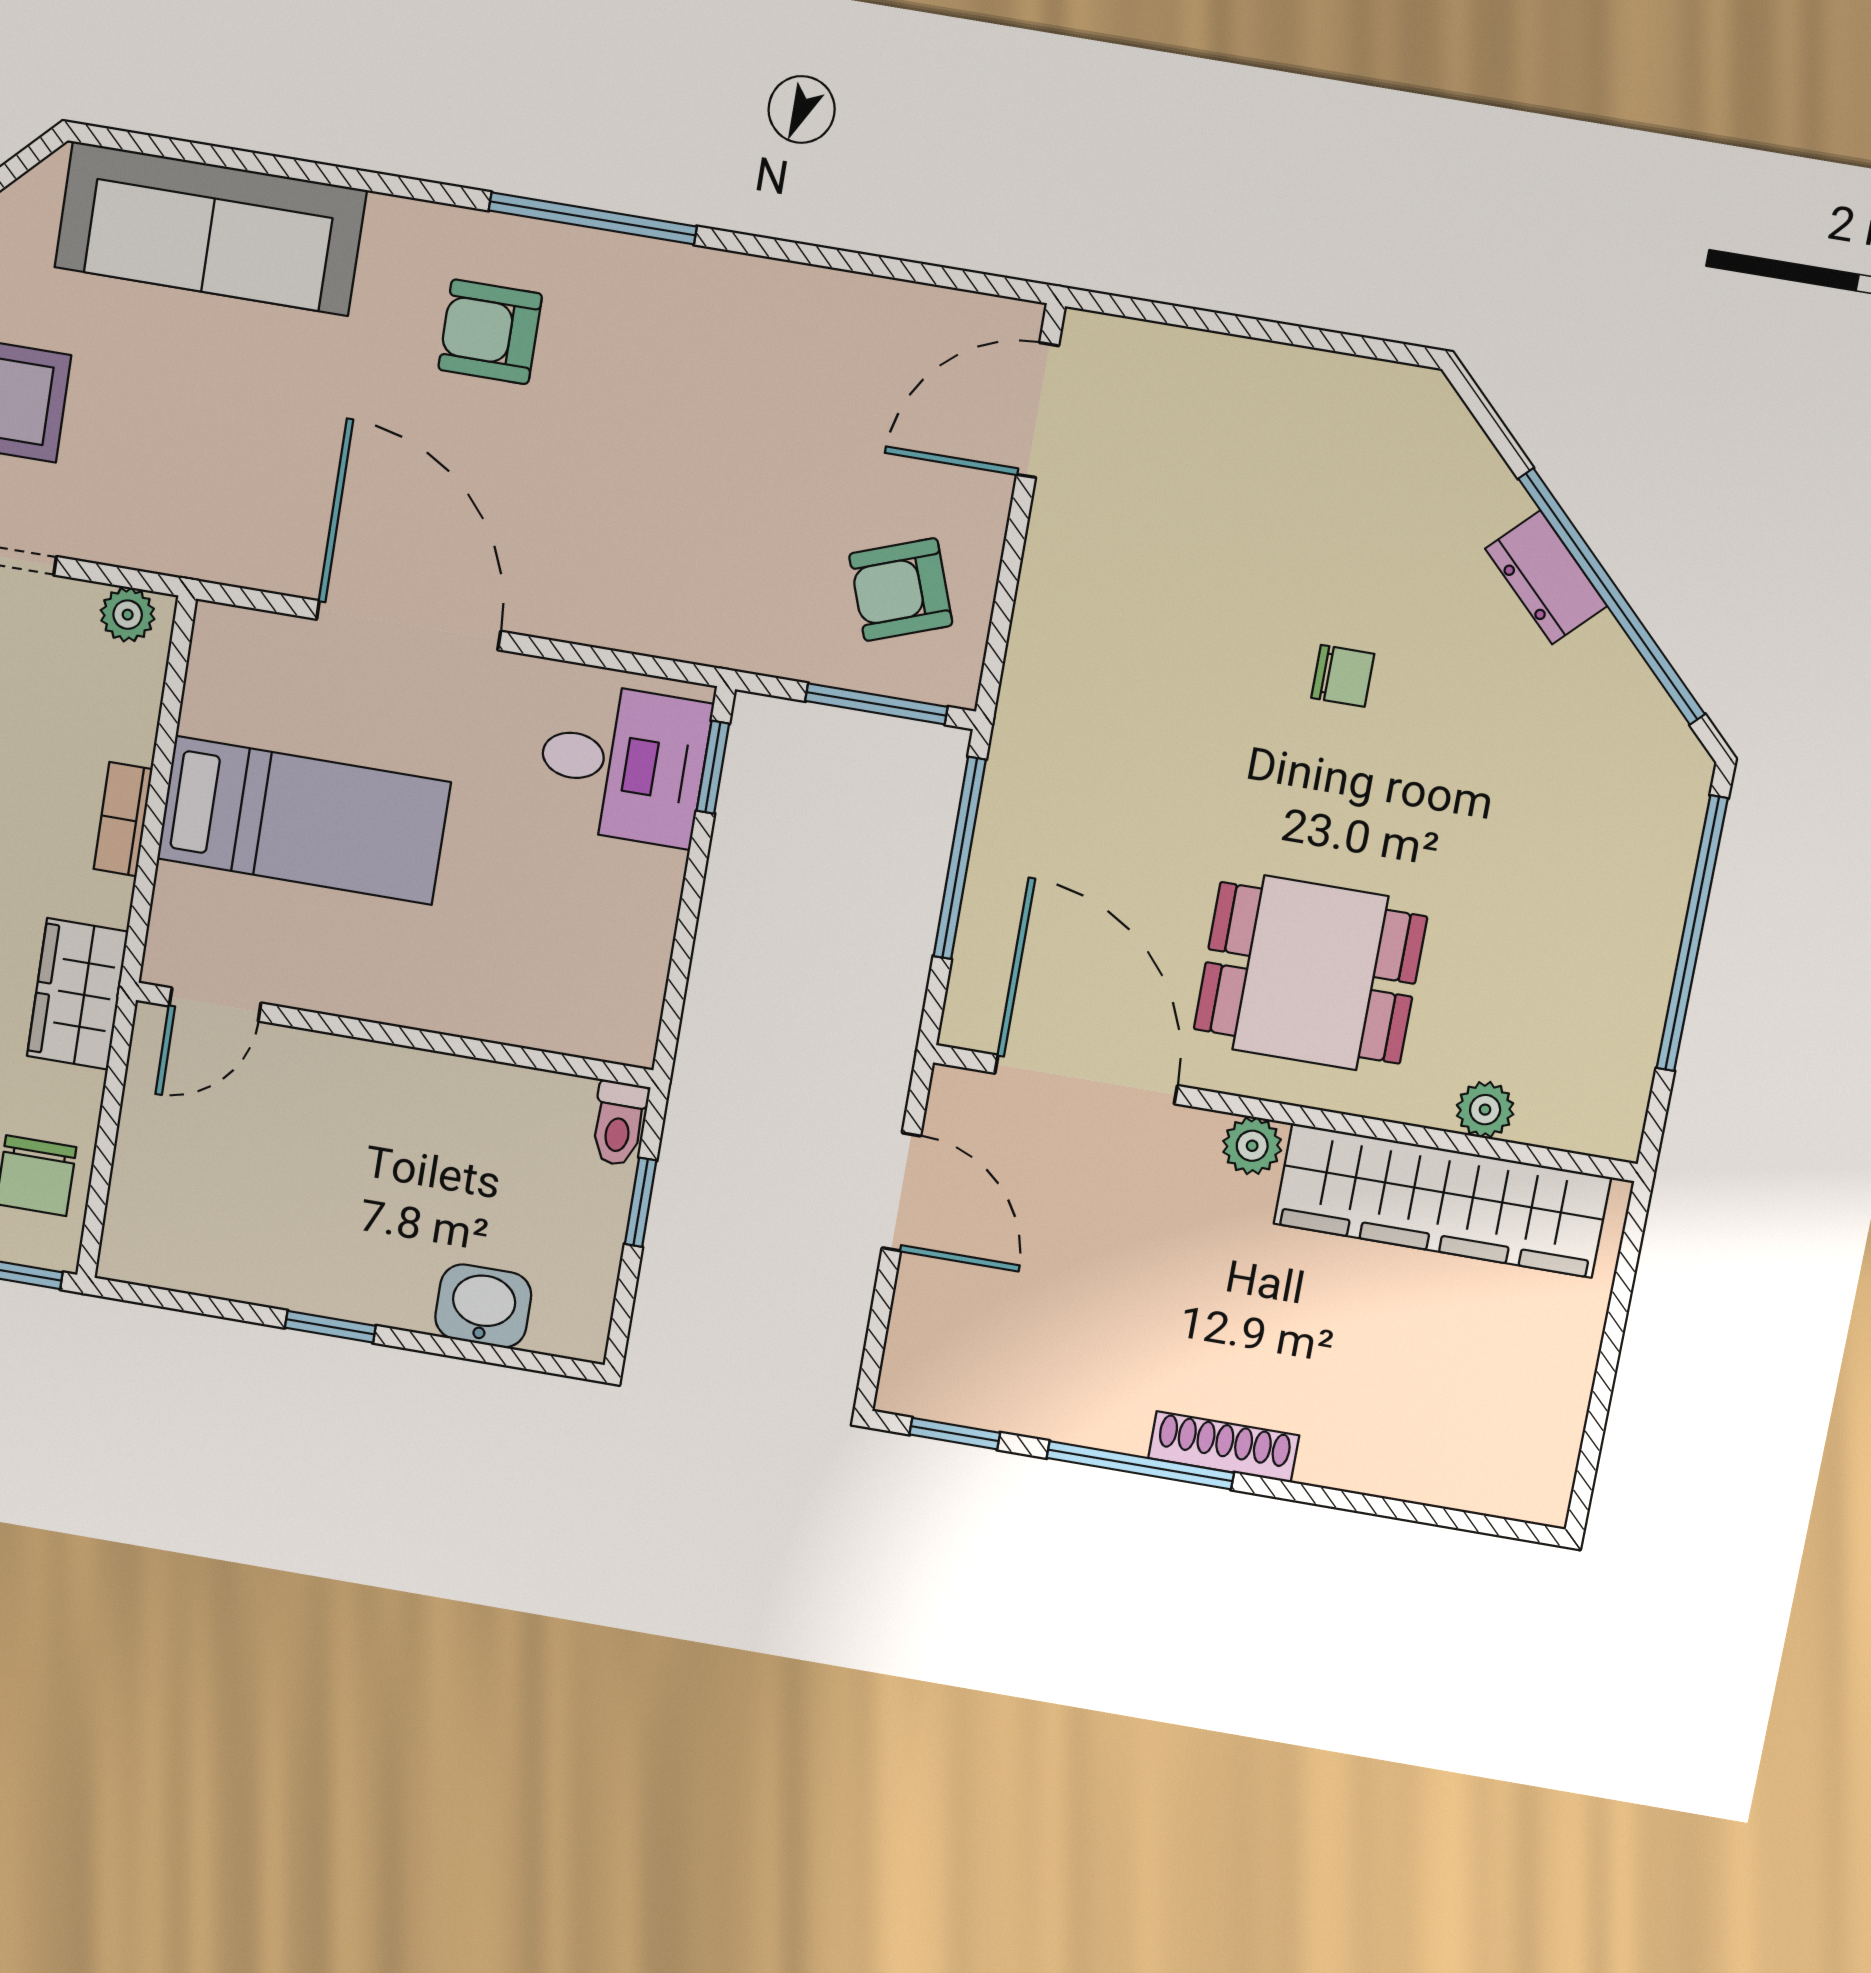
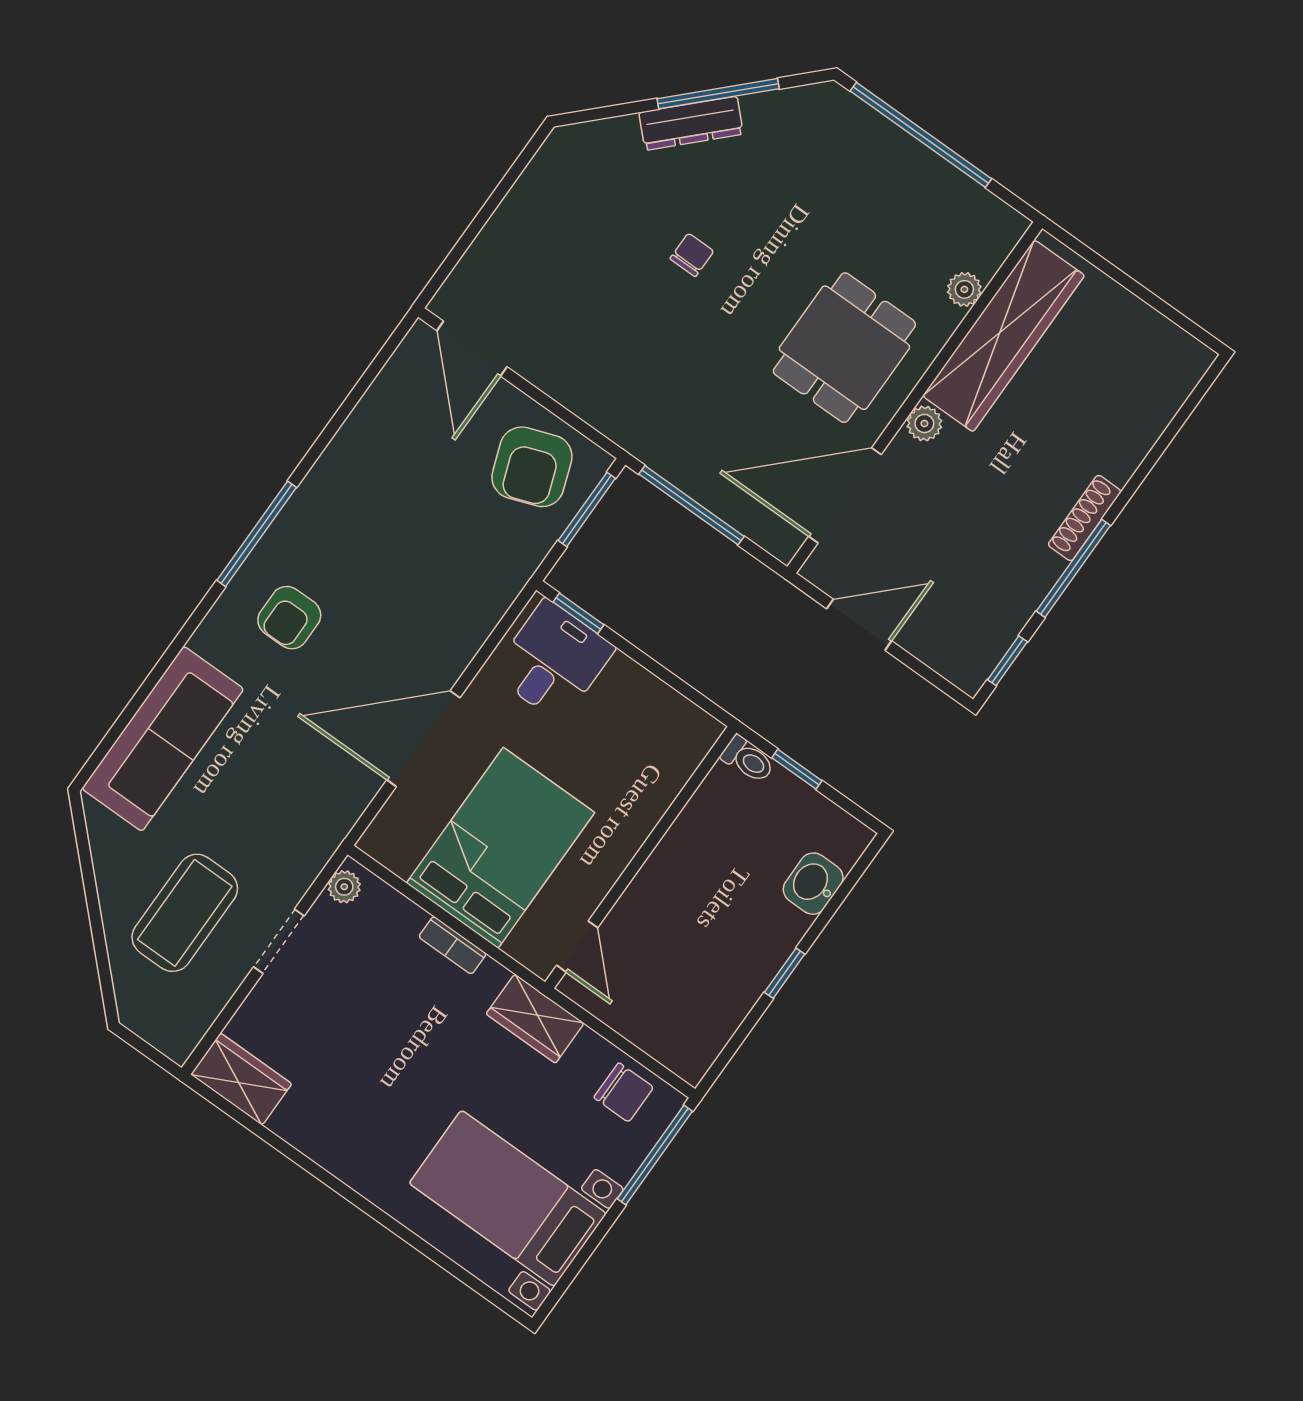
dresser: (1546, 577) -> (691, 123), width x1.44
armchair: (901, 590) -> (532, 467), width x1.38, depth x1.38
window: (1612, 597) -> (718, 94), width x0.68
bed: (304, 820) -> (501, 848), width x1.50

